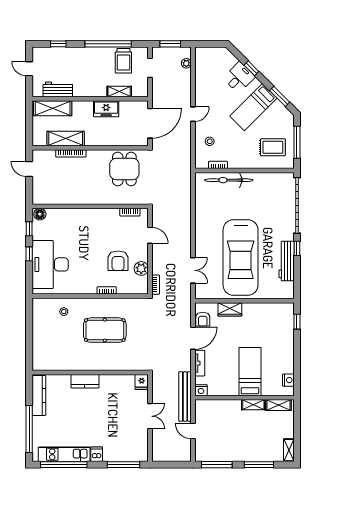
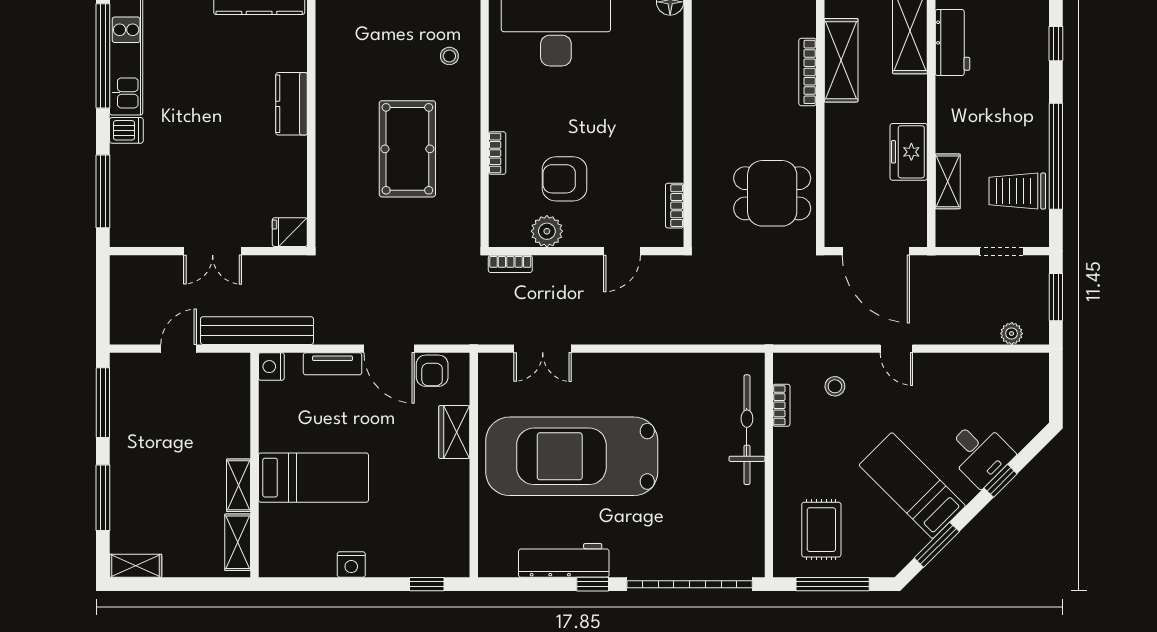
armchair: (203, 319) -> (432, 371), turned -90
nightstand: (288, 380) -> (351, 565), moved

